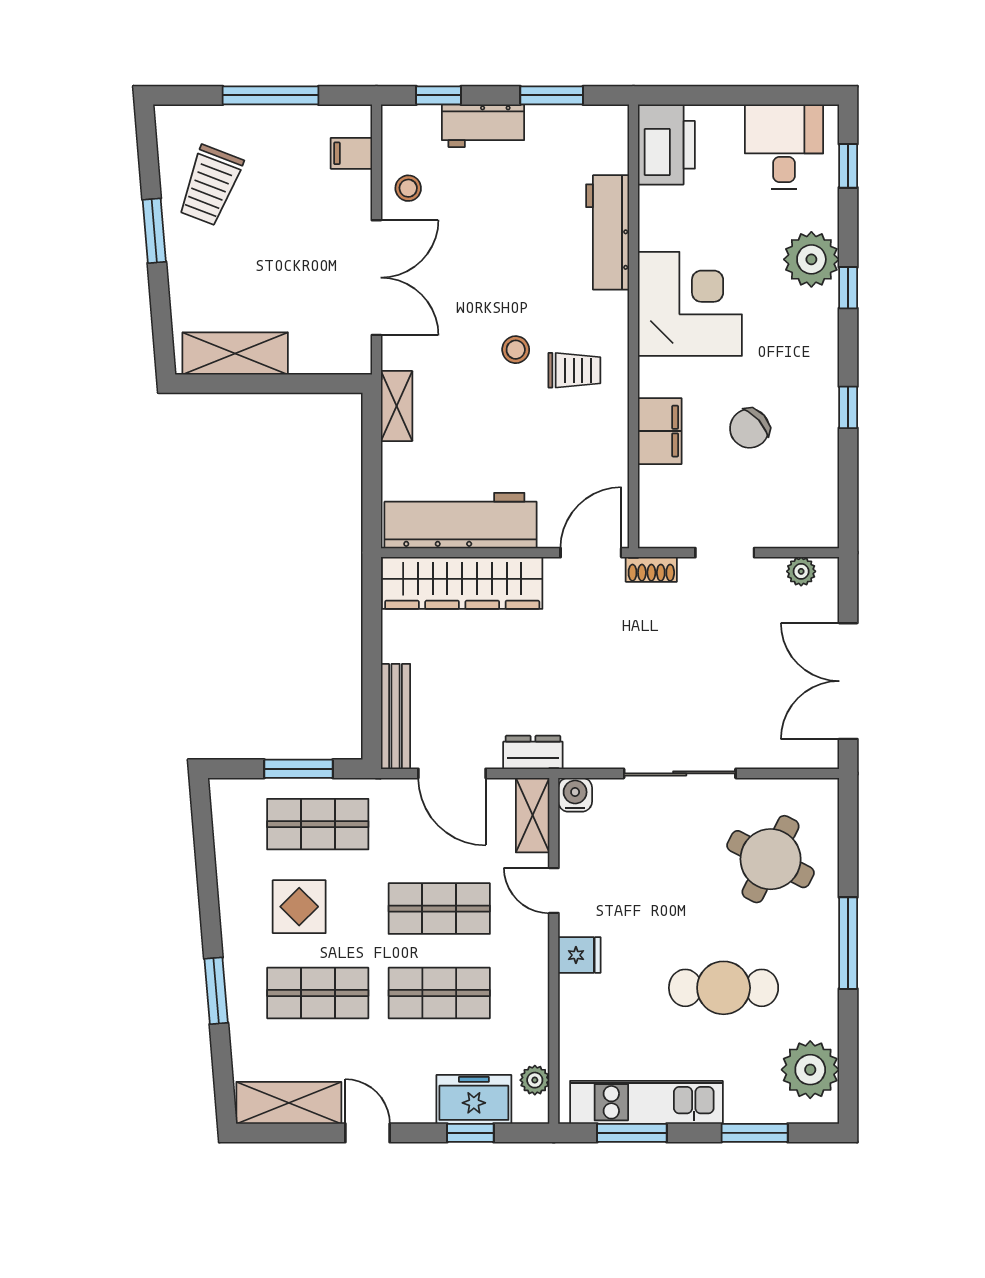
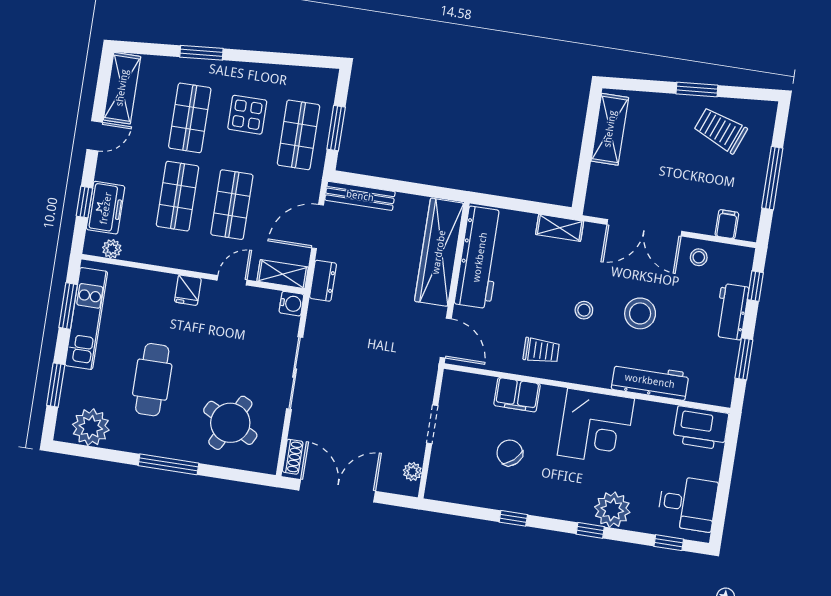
stool: (507, 264) -> (640, 313), added
trolley: (574, 370) -> (541, 351), moved, turned -91
shoe rack: (651, 569) -> (293, 457), moved, turned 180

